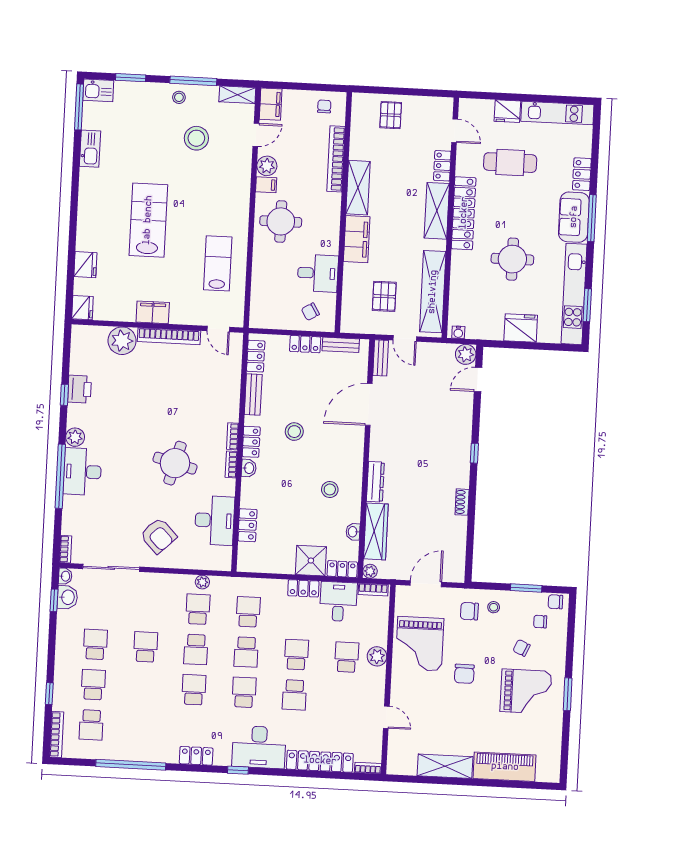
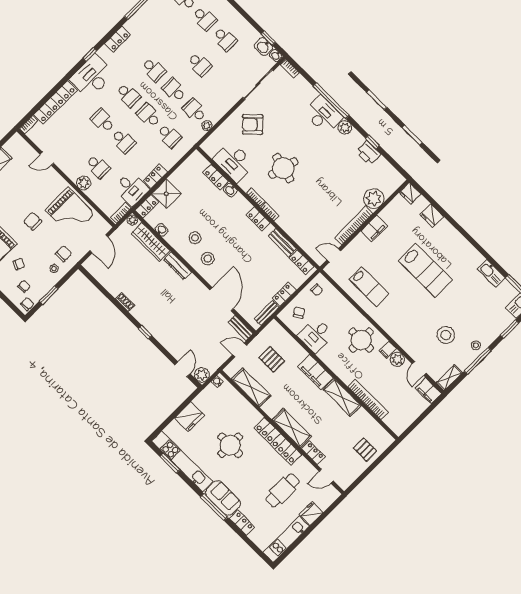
chair: (324, 106) -> (317, 290), moved
shelving: (433, 292) -> (251, 387), width x0.68
stool: (294, 432) -> (208, 259), moved
washbasin: (249, 468) -> (230, 190), moved
school desk: (198, 609) -> (195, 110), turned 180
grand piano: (420, 644) -> (70, 212), turned 180

